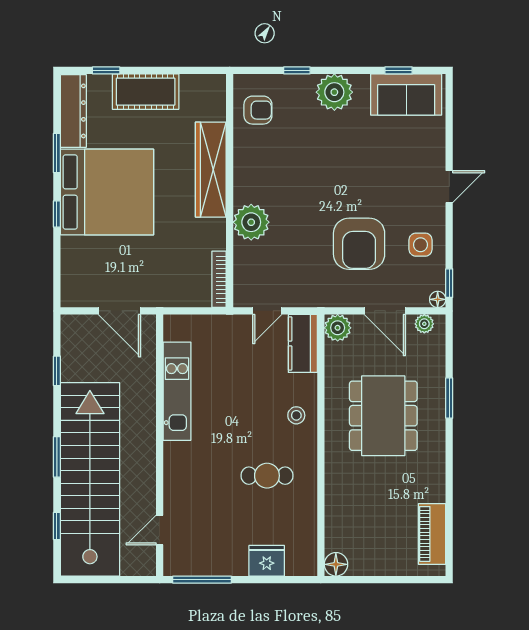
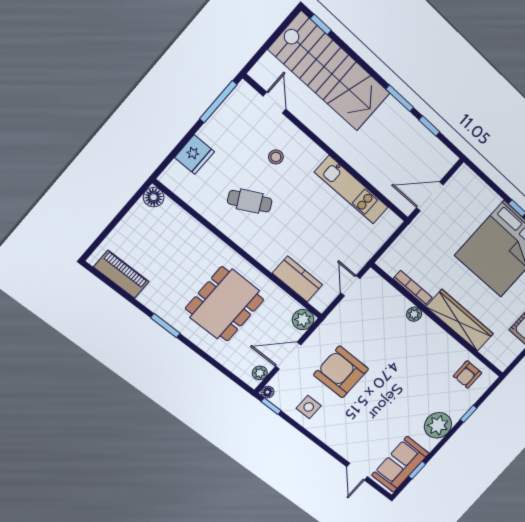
door: (449, 187) -> (357, 472), moved
plant: (251, 222) -> (414, 314), width x0.53, depth x0.53
bookcase: (219, 279) -> (413, 288), moved
kitchen counter: (303, 343) -> (297, 279), moved
window: (449, 398) -> (165, 326), moved
stool: (296, 415) -> (276, 157), moved
dining table: (383, 416) -> (225, 304), turned 90
window: (57, 457) -> (400, 98), moved
cafe table: (267, 476) -> (250, 201), turned 62
stairs: (90, 479) -> (330, 72), width x0.73
window: (57, 526) -> (321, 24), moved

